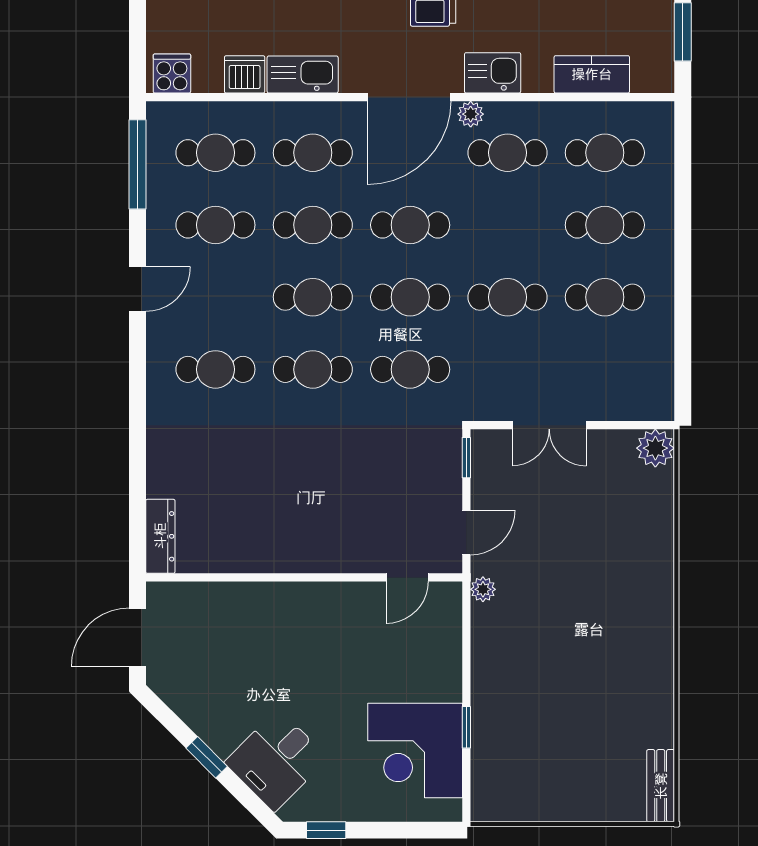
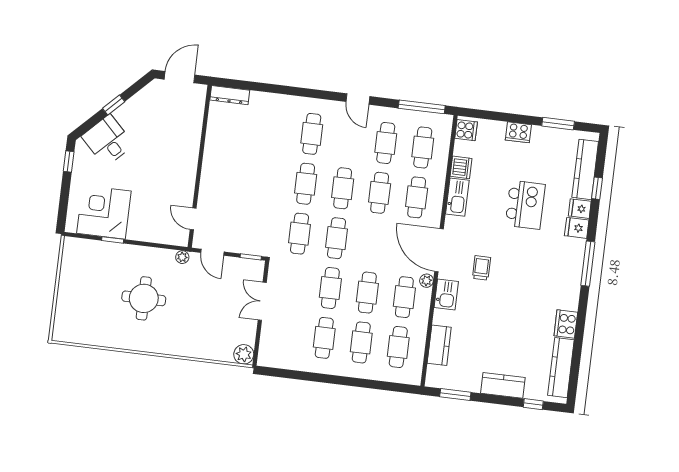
cafe table: (410, 225) -> (367, 293), moved
door: (138, 637) -> (179, 77), hinge flipped
round table: (571, 654) -> (144, 298), added
bench: (661, 786) -> (70, 336), removed

